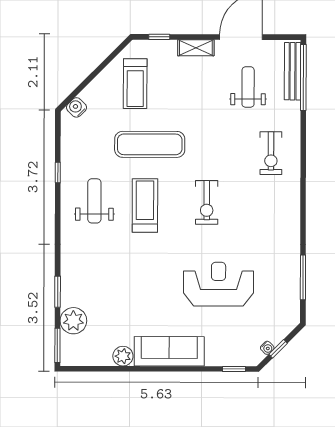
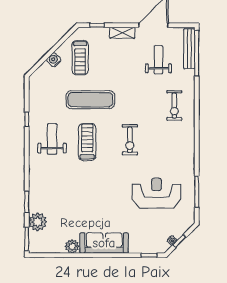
water cooler: (76, 107) -> (54, 60), moved
reception desk: (218, 284) -> (157, 193), moved

